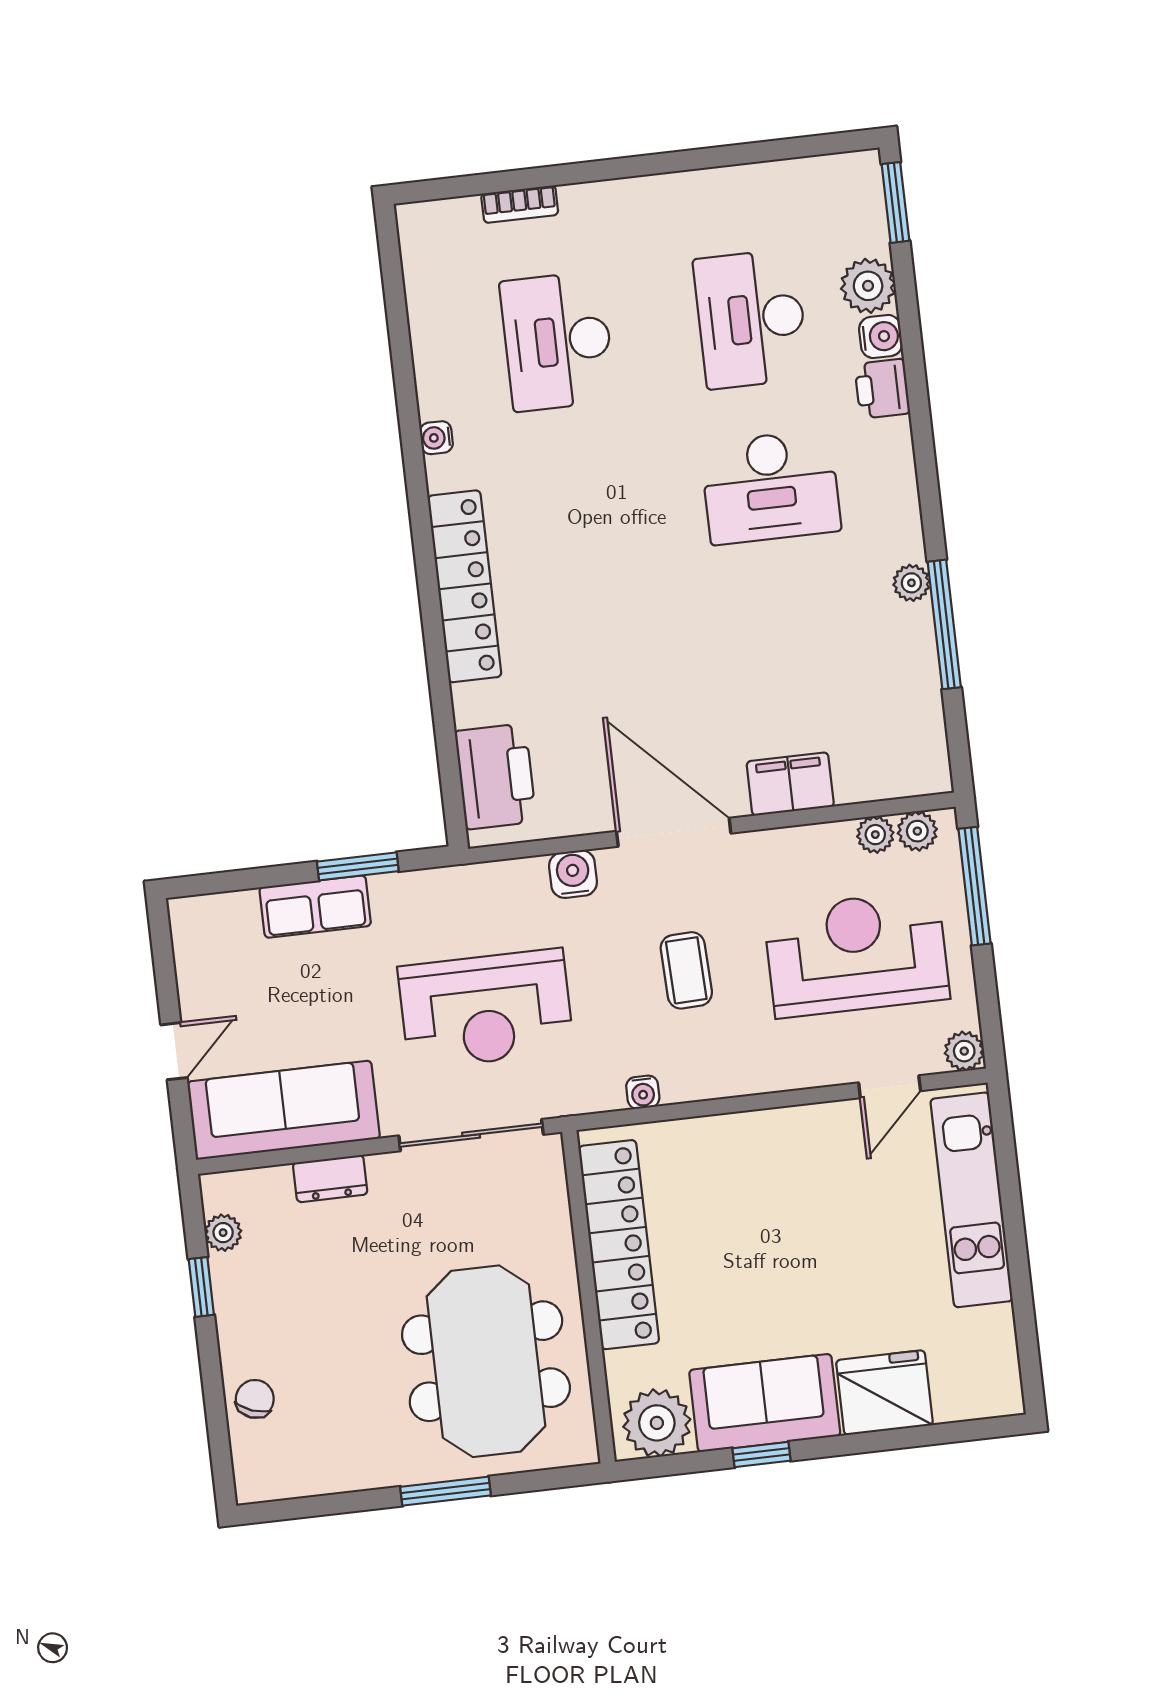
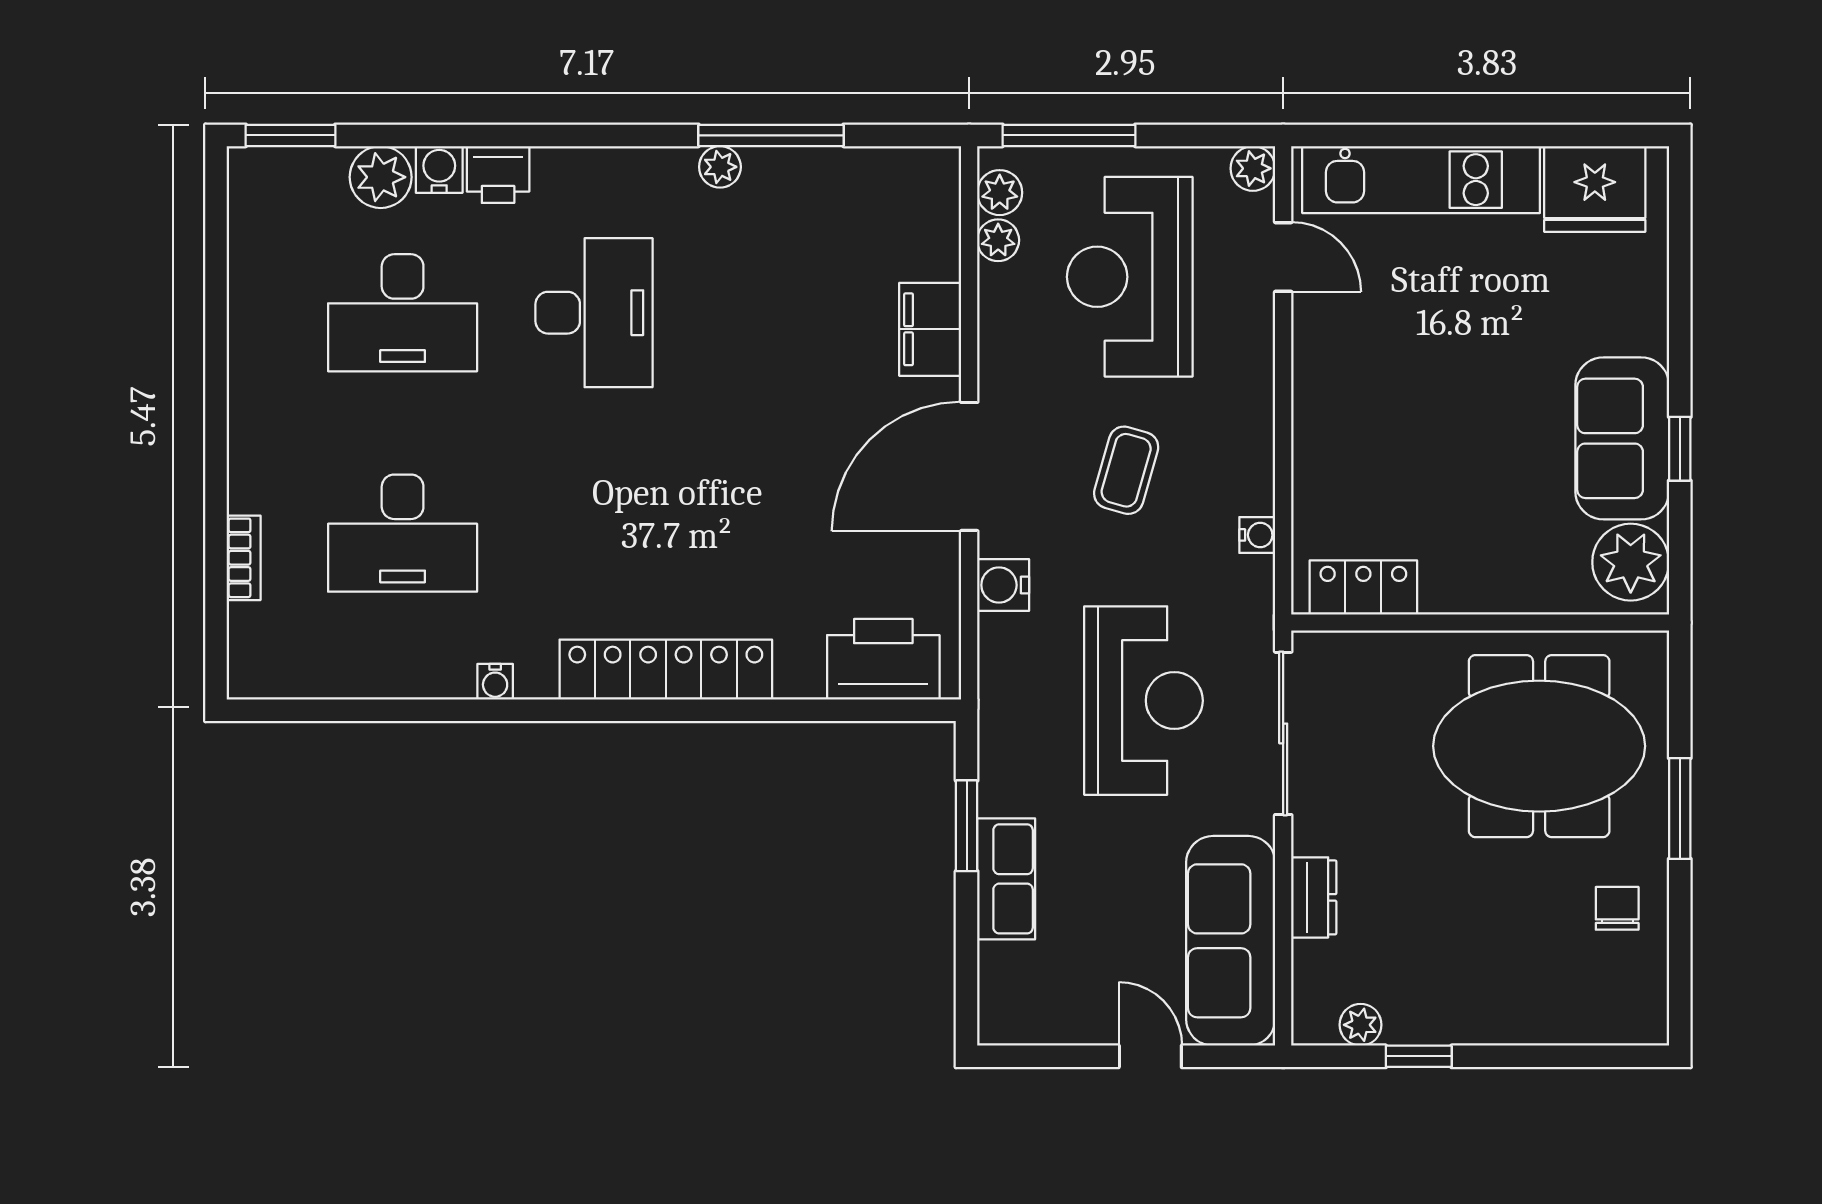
coffee table: (686, 970) -> (1126, 470), turned -72
locker: (619, 1245) -> (1363, 587), width x0.46, depth x0.83
fridge: (884, 1393) -> (1595, 189), moved, turned -90
chair: (255, 1399) -> (1617, 908), moved, turned 70

